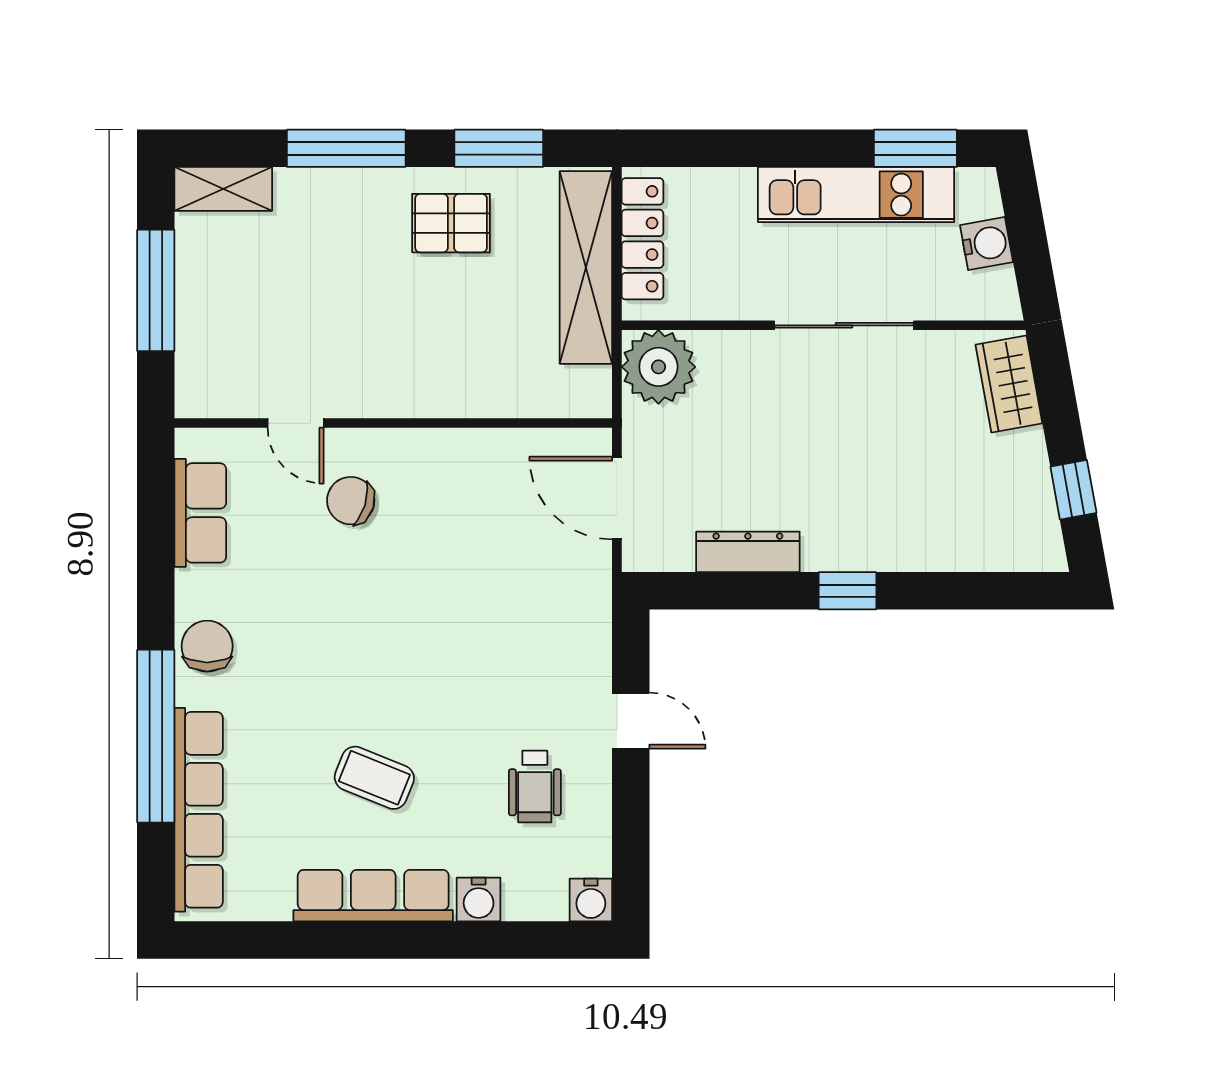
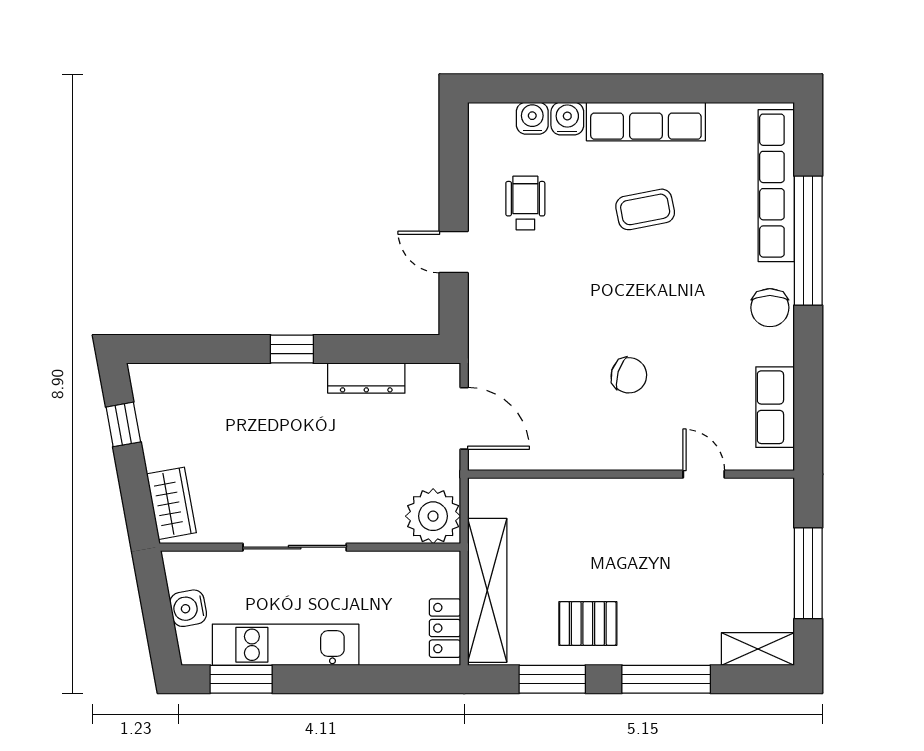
locker: (642, 239) -> (445, 628), width x0.66
chair: (351, 501) -> (629, 375), moved
coffee table: (374, 778) -> (645, 209), turned -33
water cooler: (591, 900) -> (532, 118), moved

